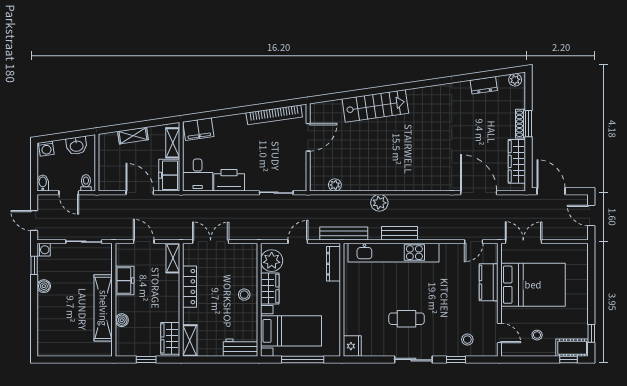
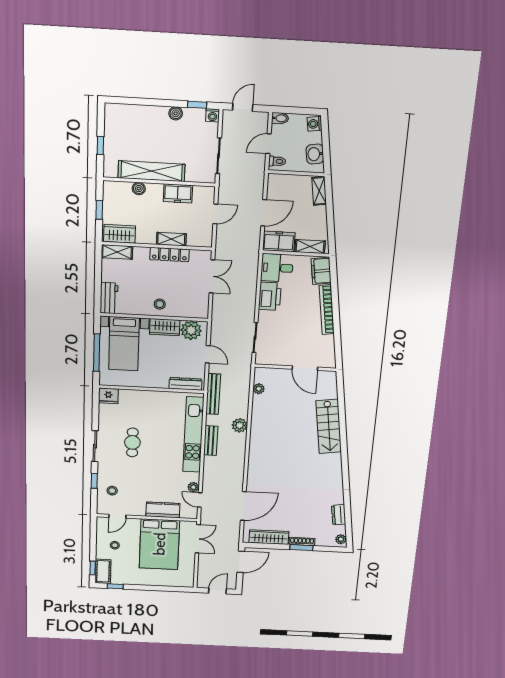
bookcase: (274, 115) -> (327, 310), moved
shelving: (133, 136) -> (319, 191), moved
plant: (458, 250) -> (193, 487), added
shelving: (173, 258) -> (171, 239), moved
window: (80, 360) -> (100, 145), added

